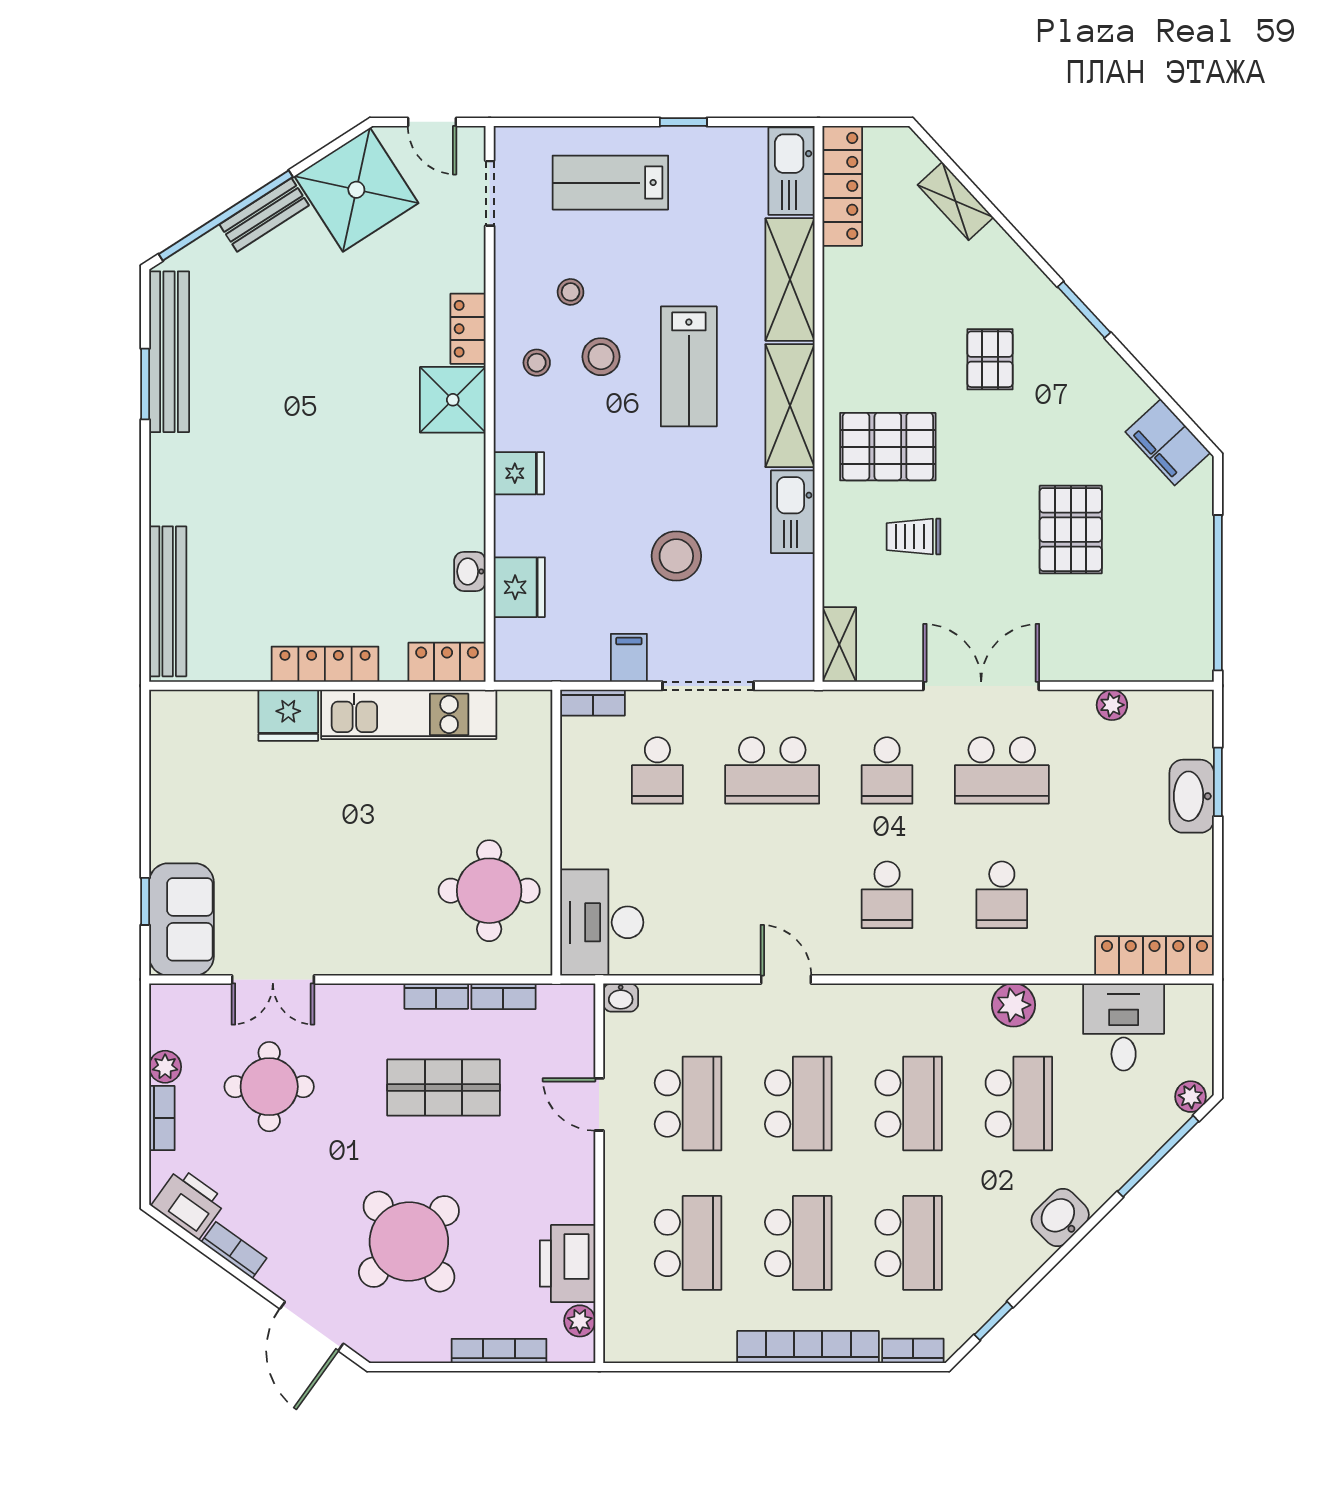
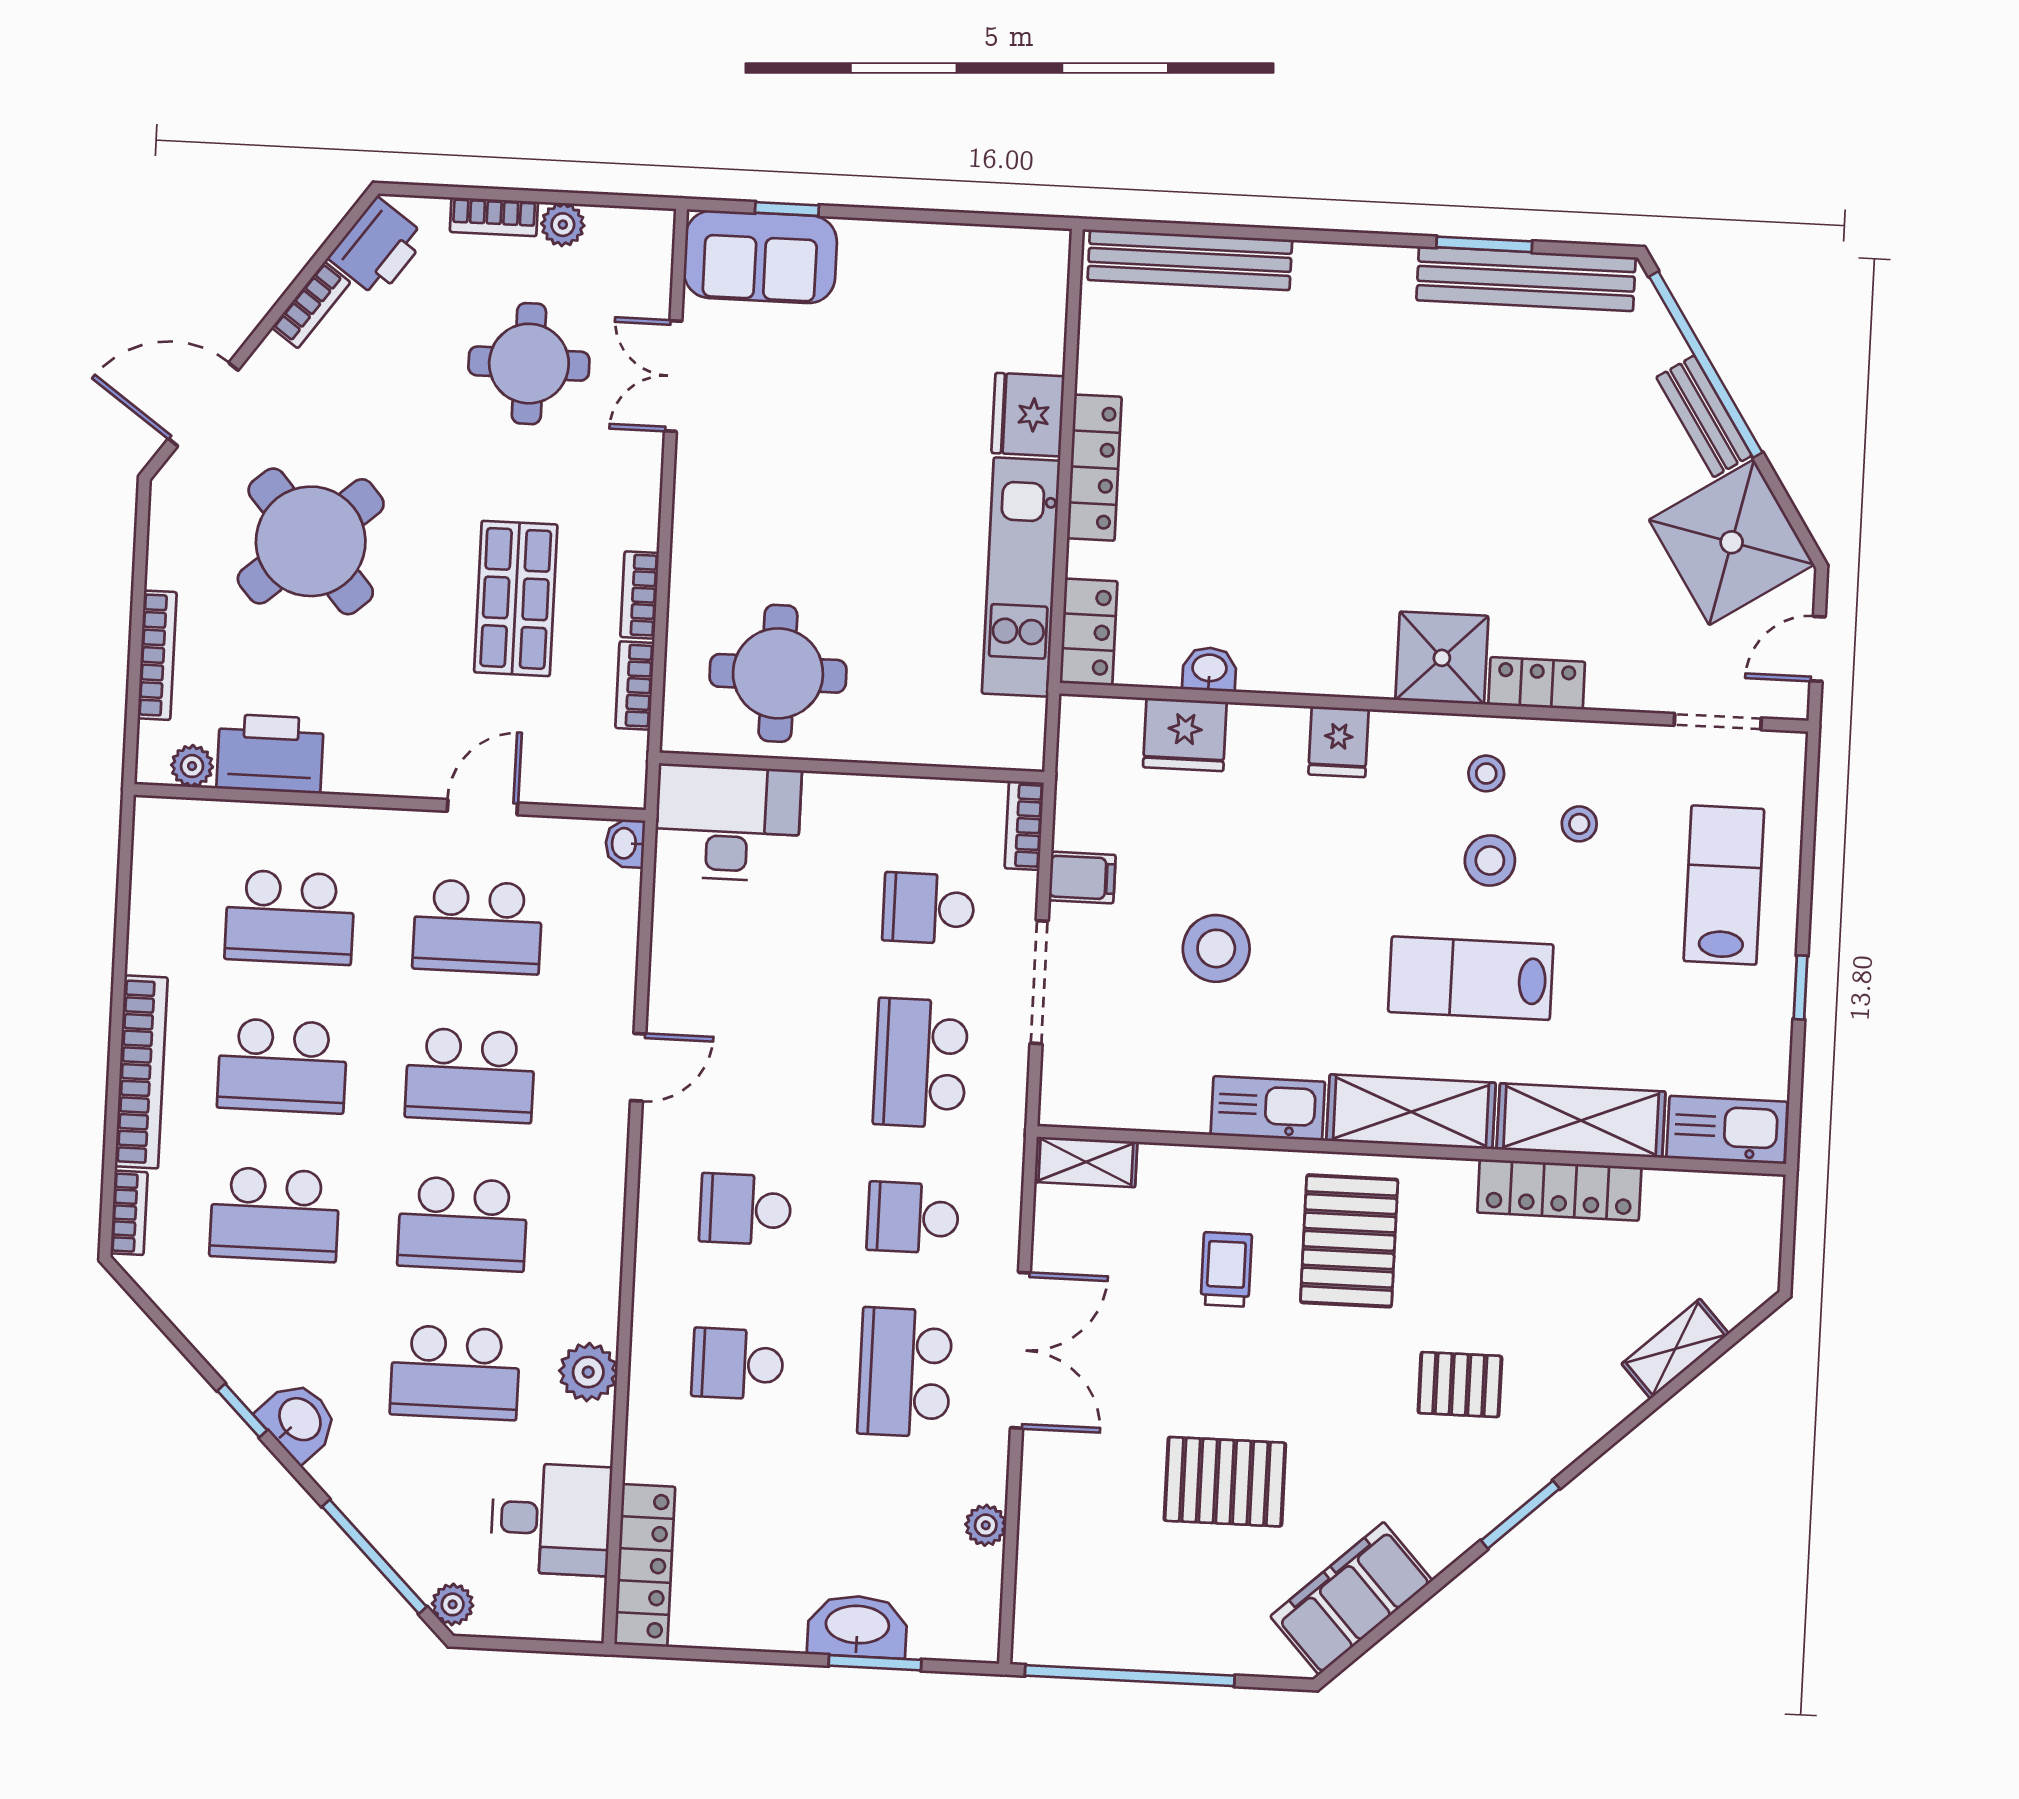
locker: (842, 186) -> (1559, 1190), moved
filing cabinet: (1168, 442) -> (1351, 1598), width x1.50, depth x1.17
window: (994, 1321) -> (242, 1410), moved

